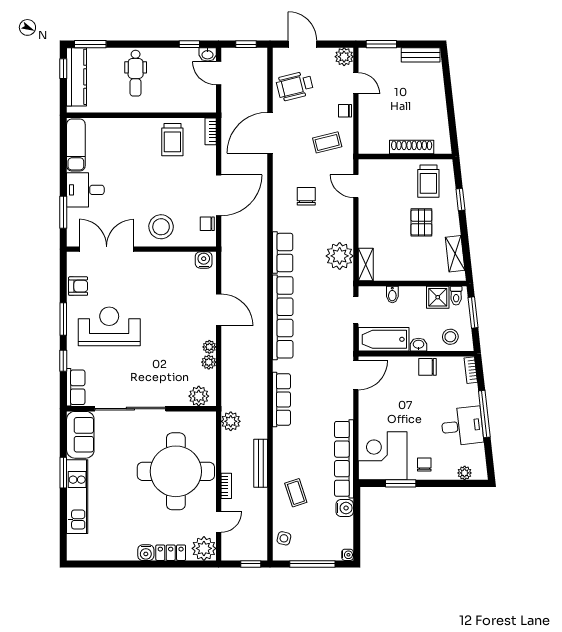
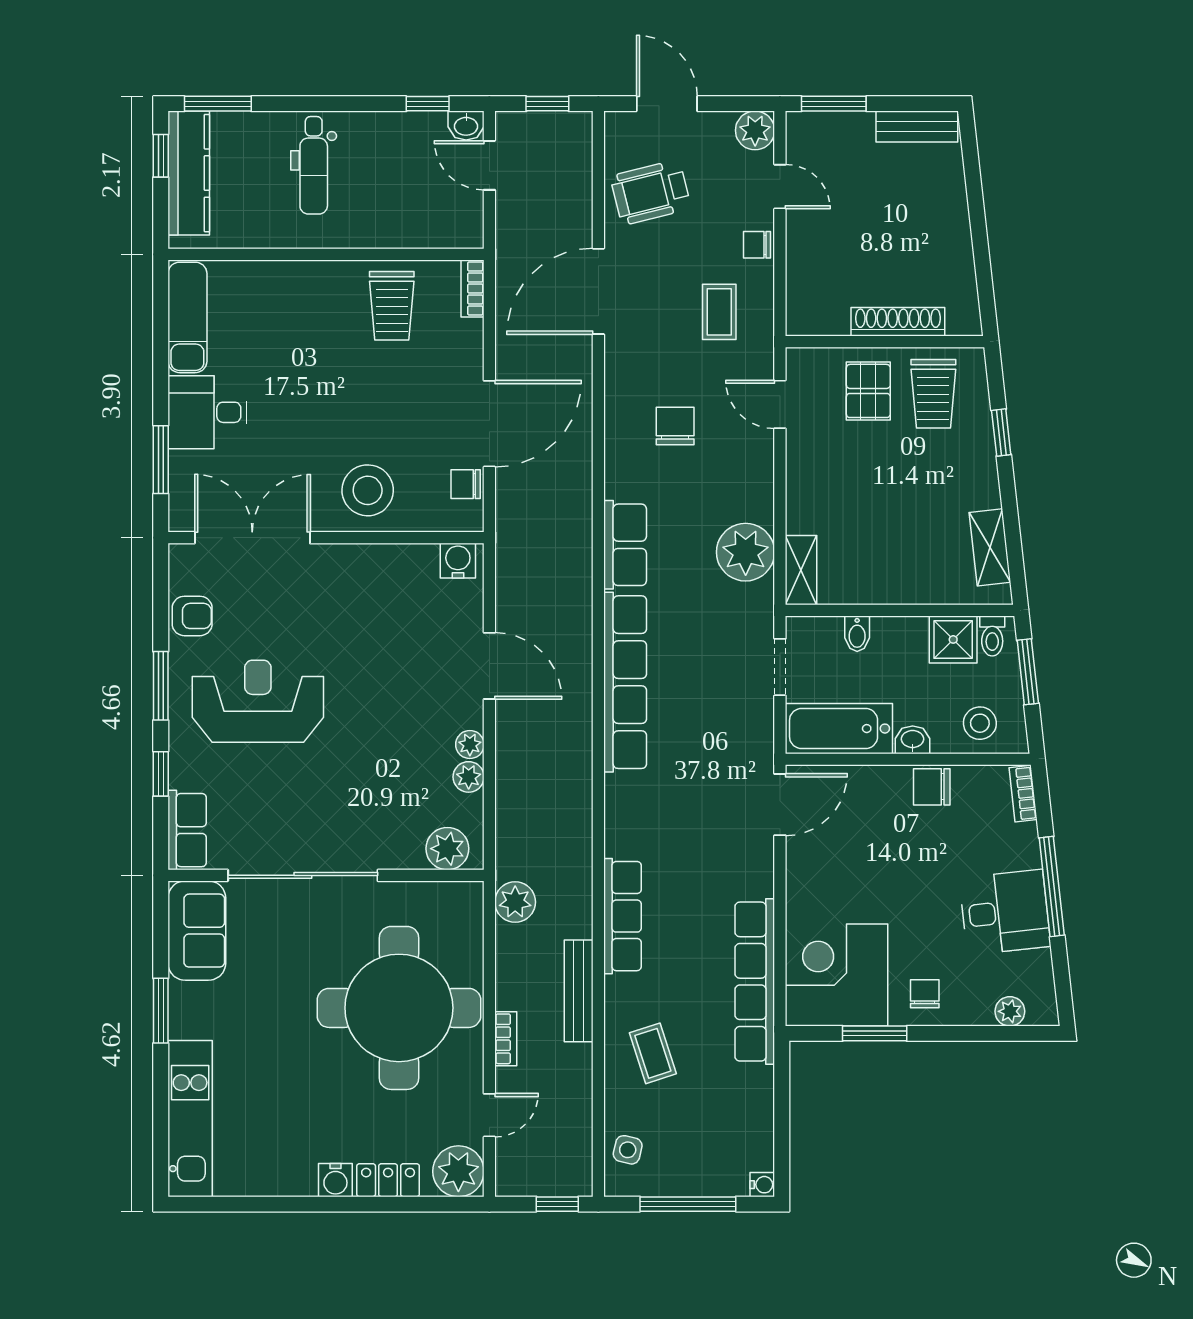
coffee table: (327, 142) -> (719, 312), turned -76
pallet: (421, 222) -> (868, 391), moved
row of seats: (281, 399) -> (622, 916), moved
kitchen unit: (77, 497) -> (190, 1119), moved
water cooler: (345, 508) -> (756, 1086), removed

